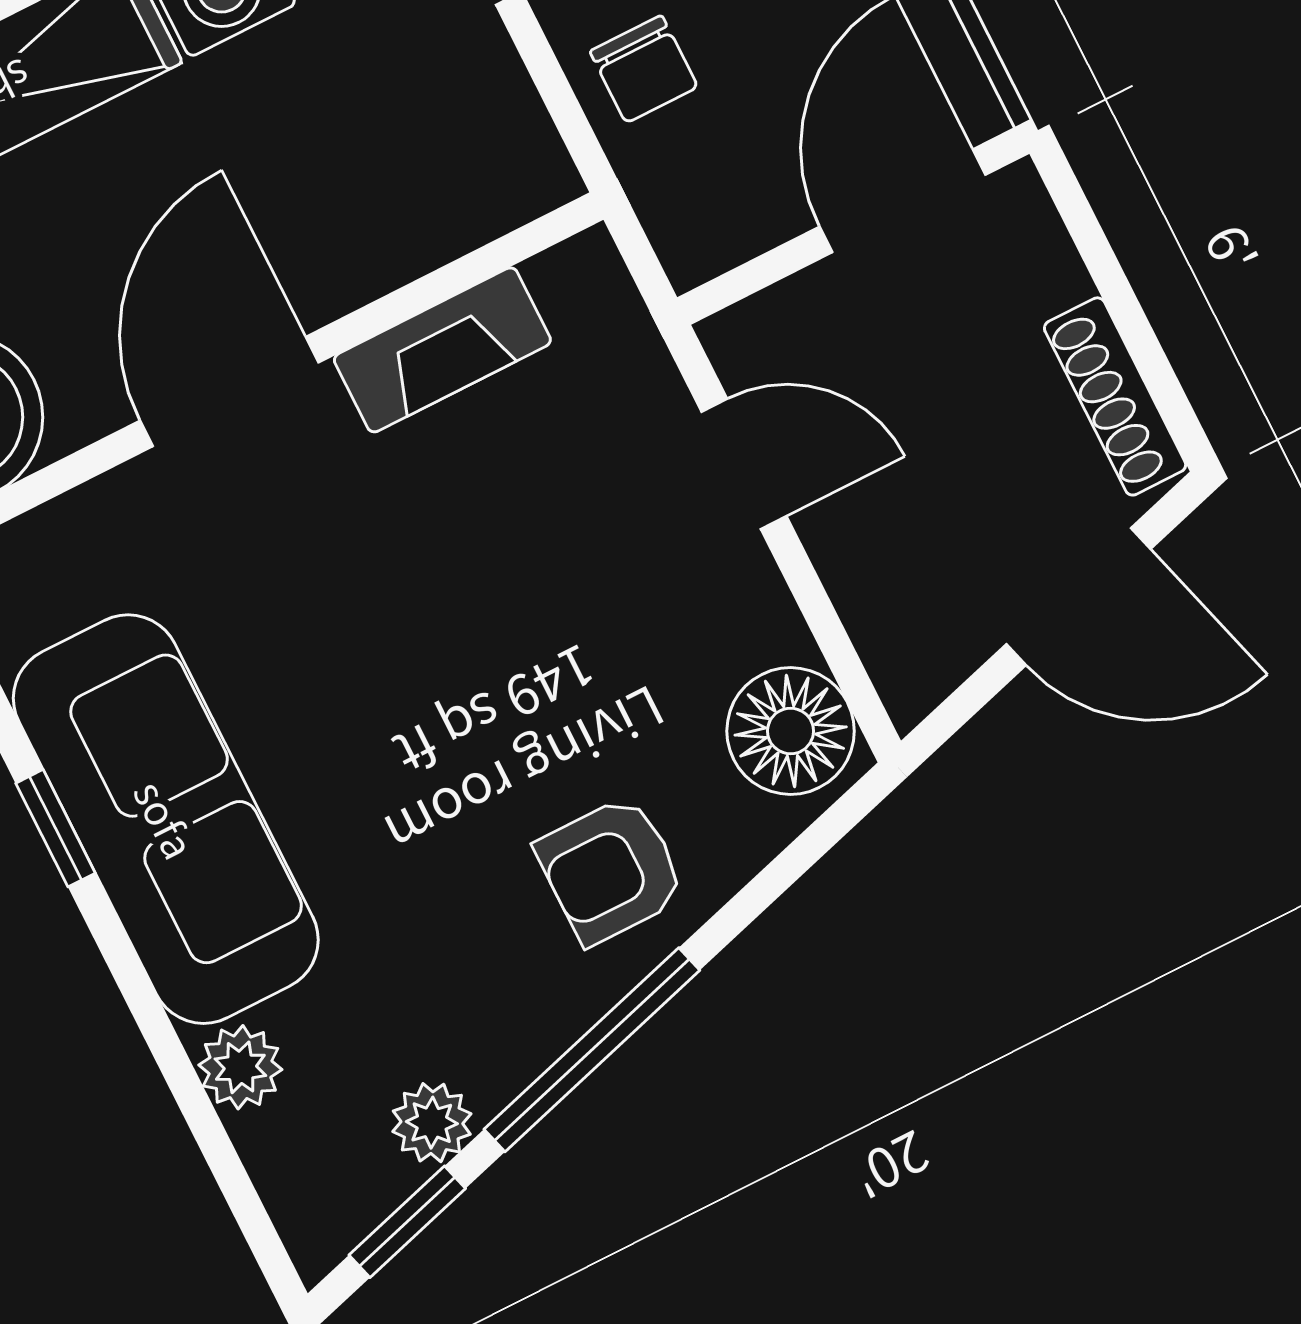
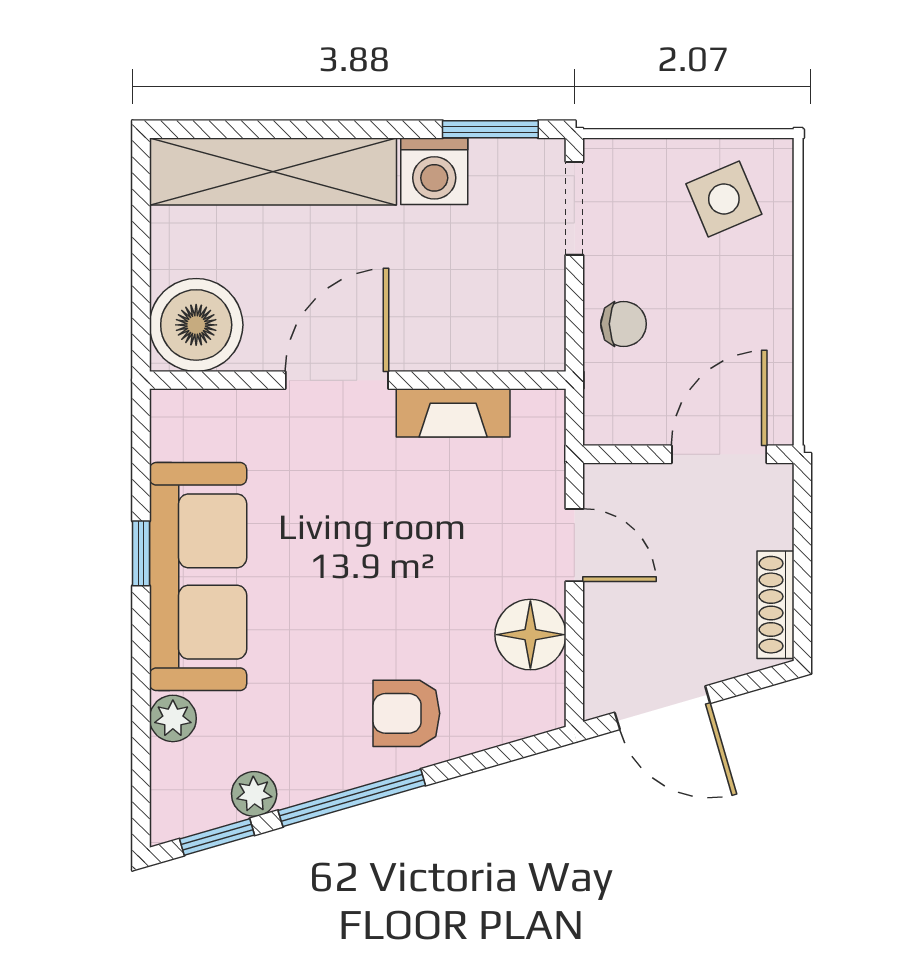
chair: (644, 69) -> (624, 324), turned -90
door: (1078, 596) -> (662, 708), moved
floor lamp: (791, 731) -> (530, 635), moved

